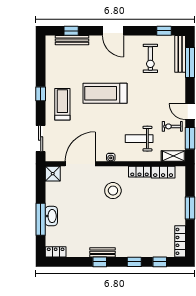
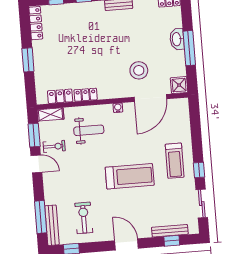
sliding door: (41, 138) -> (202, 204), moved
stool: (113, 191) -> (139, 70), moved
window: (41, 219) -> (189, 48), moved

